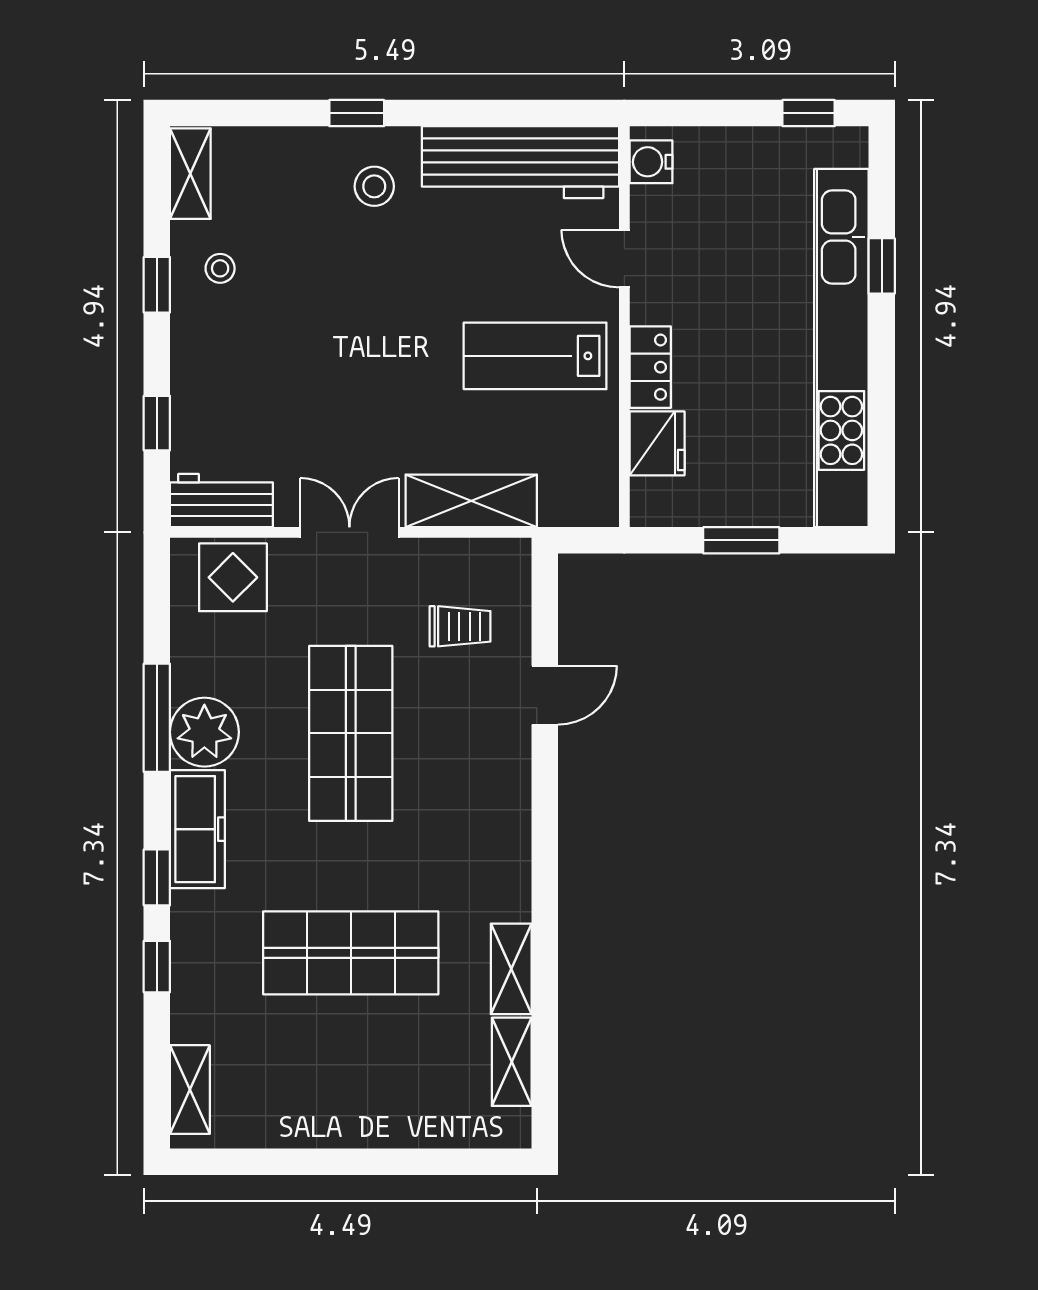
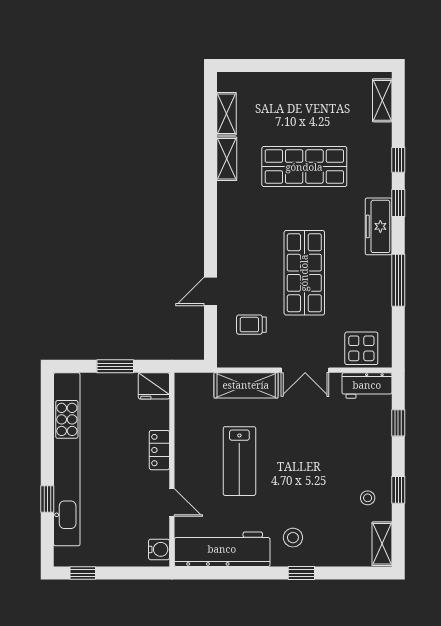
lab bench: (535, 356) -> (239, 461), moved, turned 90
fridge: (657, 443) -> (154, 386), moved, turned -90
plant: (204, 732) -> (375, 273), removed

